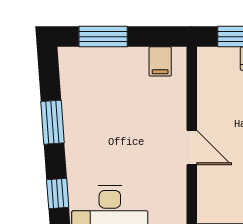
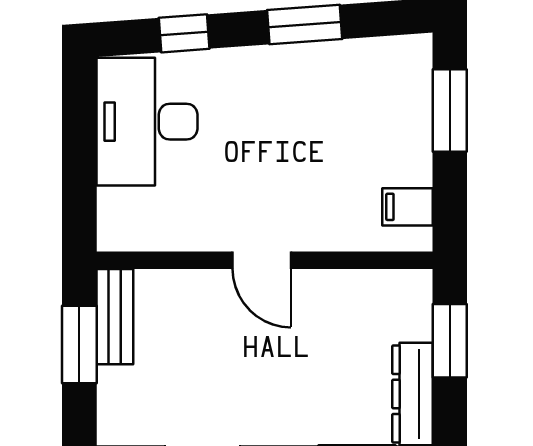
door: (192, 148) -> (262, 260), hinge flipped

